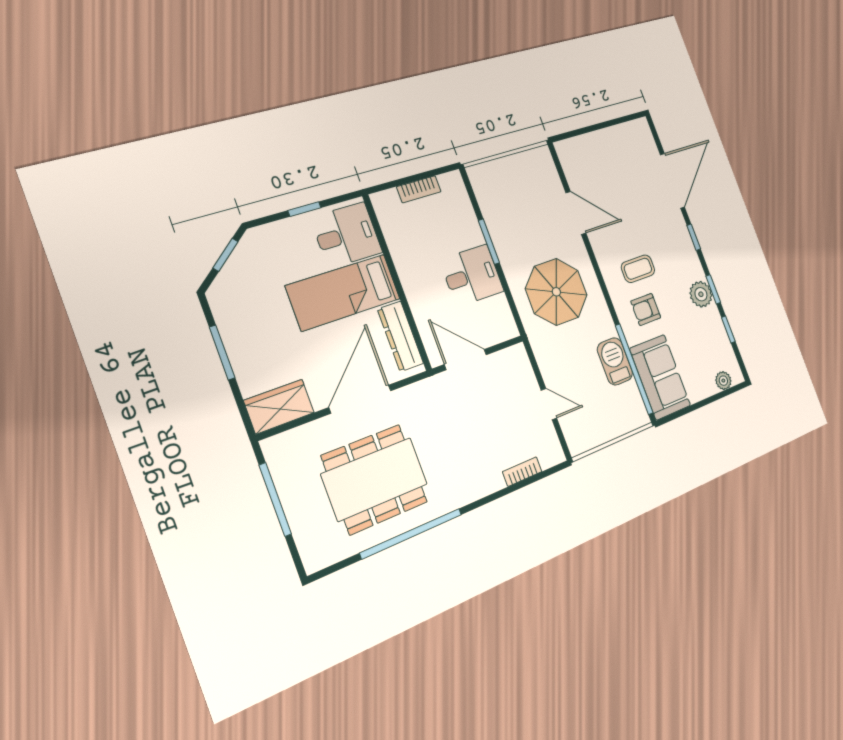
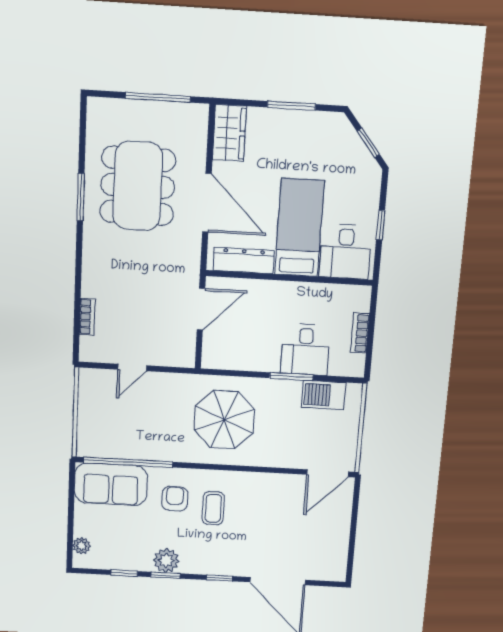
door: (576, 213) -> (328, 473), moved
desk: (472, 275) -> (305, 350), moved
barbecue: (615, 361) -> (324, 395), moved, turned 180
window: (411, 533) -> (81, 197), width x0.47

